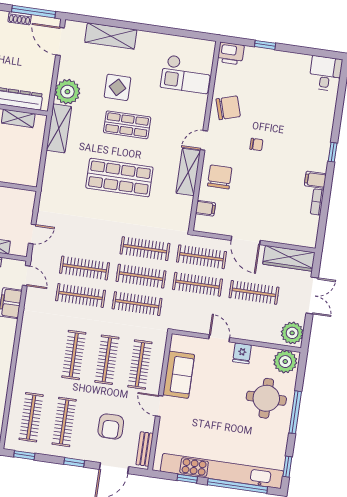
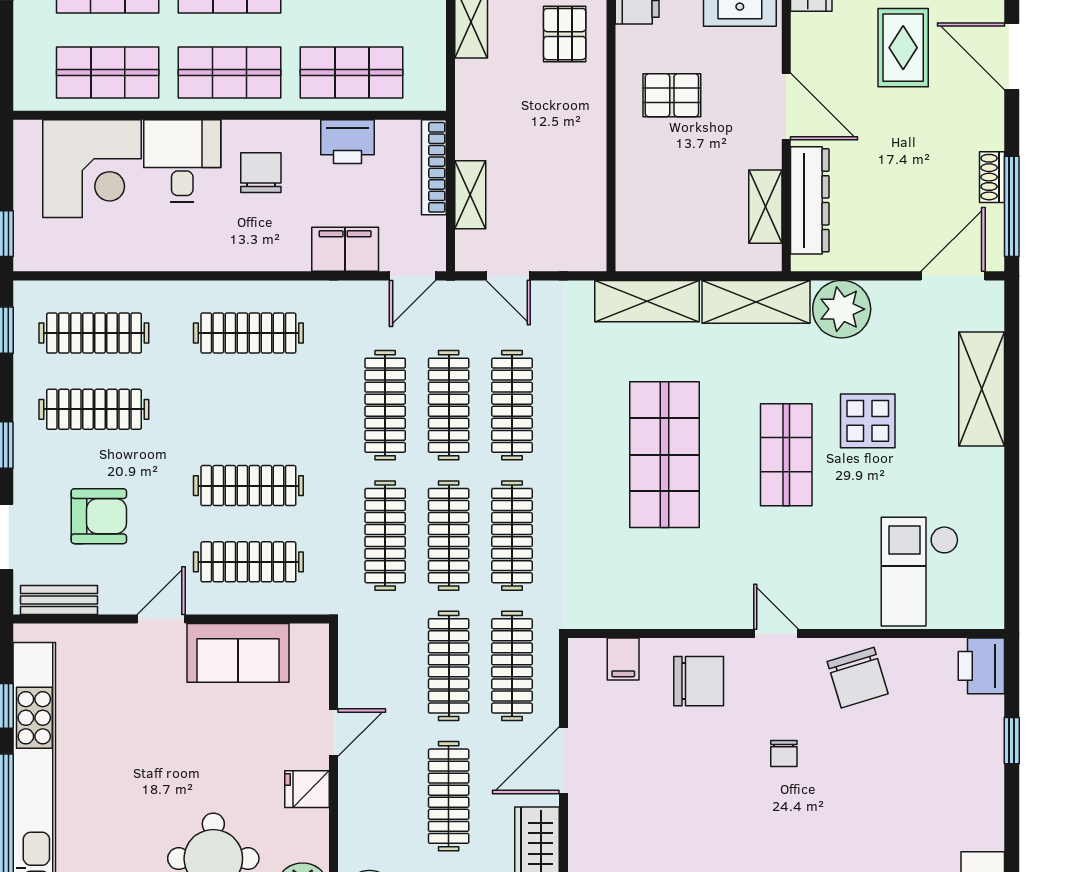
shelving: (188, 172) -> (647, 301), moved
clothes rail: (88, 241) -> (512, 405), added
clothes rail: (74, 355) -> (248, 333), moved
armchair: (111, 426) -> (99, 516), turned 180

